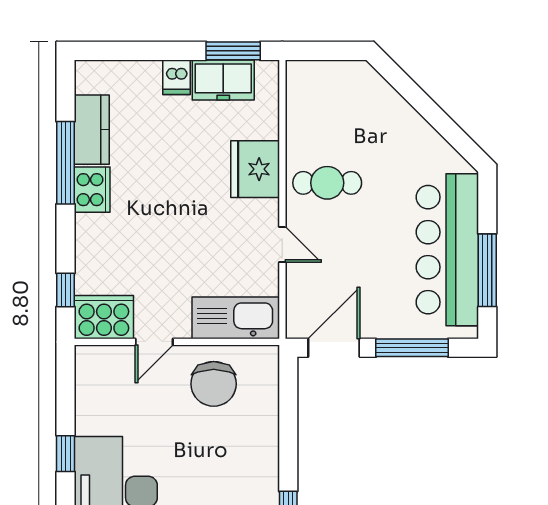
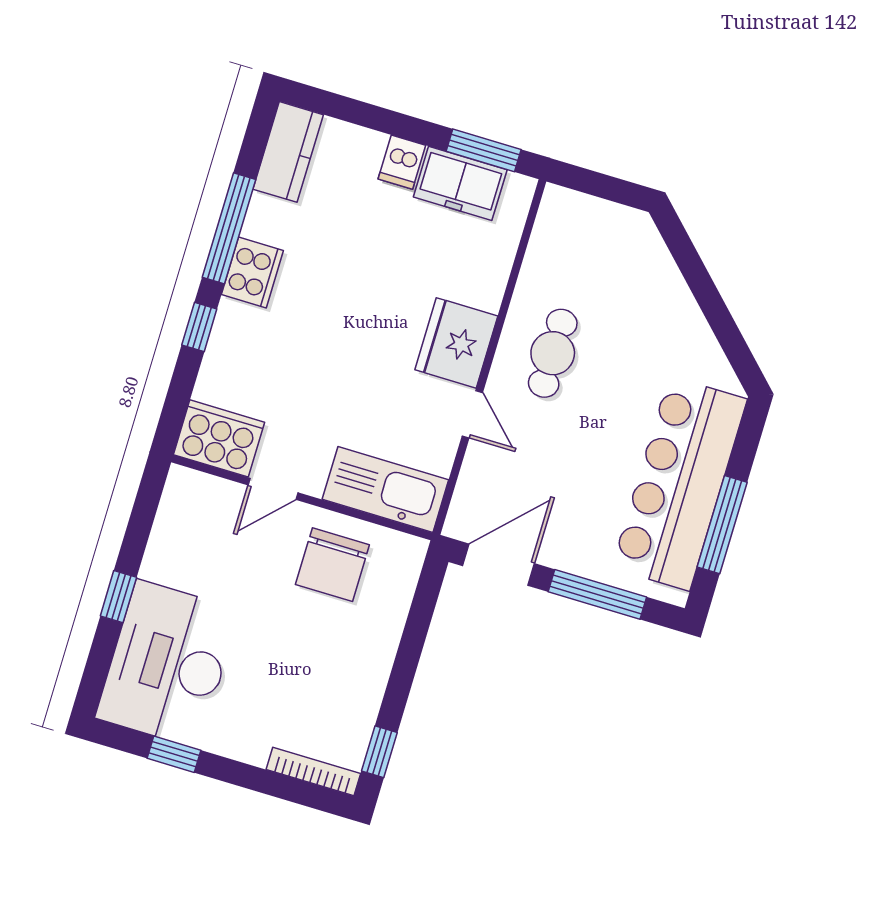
kitchen counter: (92, 130) -> (288, 152), moved
fridge: (255, 169) -> (456, 343), moved
cafe table: (327, 183) -> (553, 353), turned 90
window: (66, 290) -> (199, 327), moved

